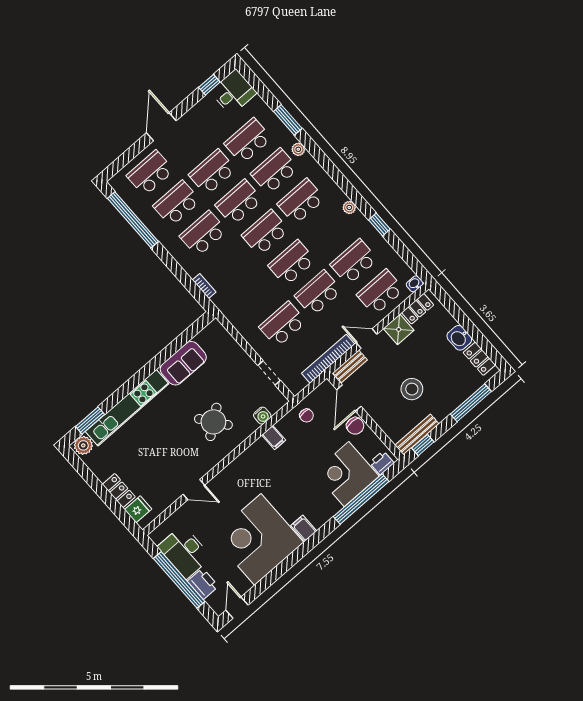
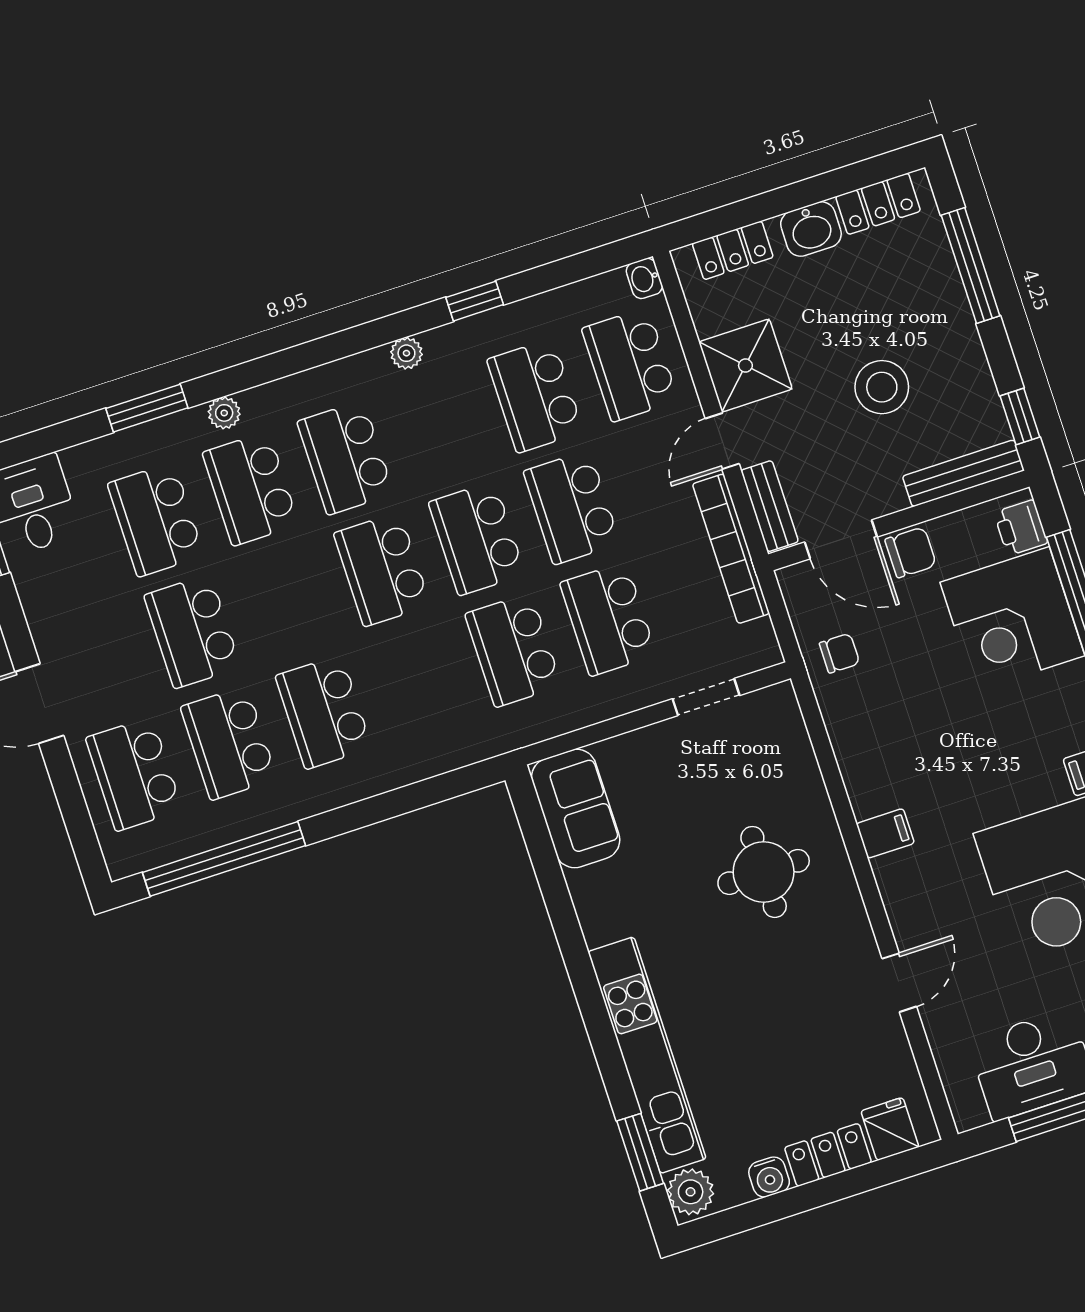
school desk: (239, 202) -> (513, 650), moved
bookcase: (204, 286) -> (444, 761), removed
locker: (418, 309) -> (733, 250), moved, turned 90
shower: (399, 329) -> (745, 366), width x1.36, depth x1.36
sofa: (183, 363) -> (576, 808), moved
water cooler: (262, 416) -> (769, 1177), moved, turned 90
round table: (213, 422) -> (764, 872), turned 37
bench: (417, 435) -> (963, 473), moved, turned 90
filing cabinet: (274, 438) -> (885, 833), moved

